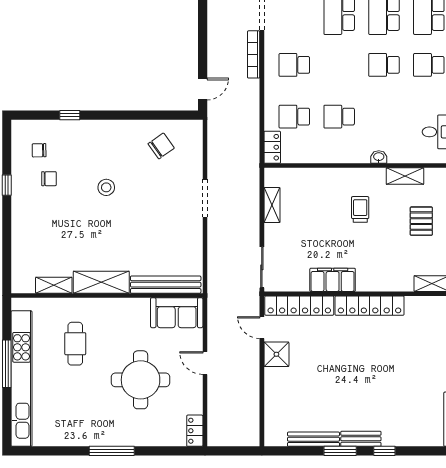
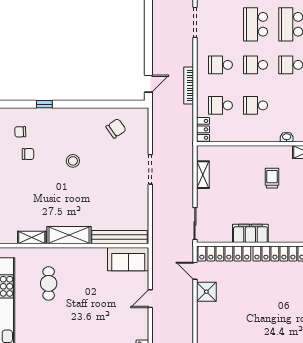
bookcase: (254, 54) -> (189, 85), moved
school desk: (339, 65) -> (256, 65), added
door: (205, 363) -> (150, 299), hinge flipped
round table: (141, 380) -> (100, 312), removed

